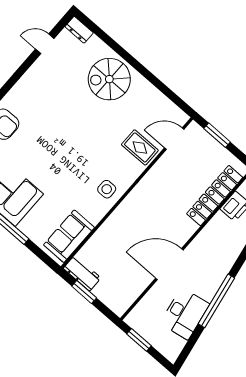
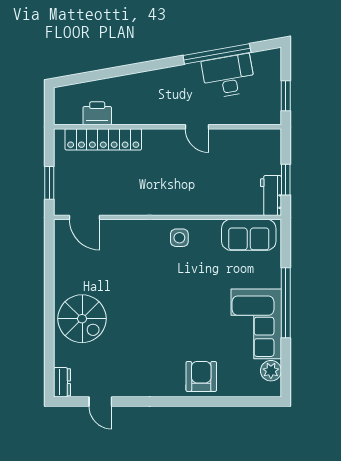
rug: (140, 147) -> (118, 241), removed
door: (169, 264) -> (197, 127), width x0.53
window: (216, 301) -> (217, 54), moved

